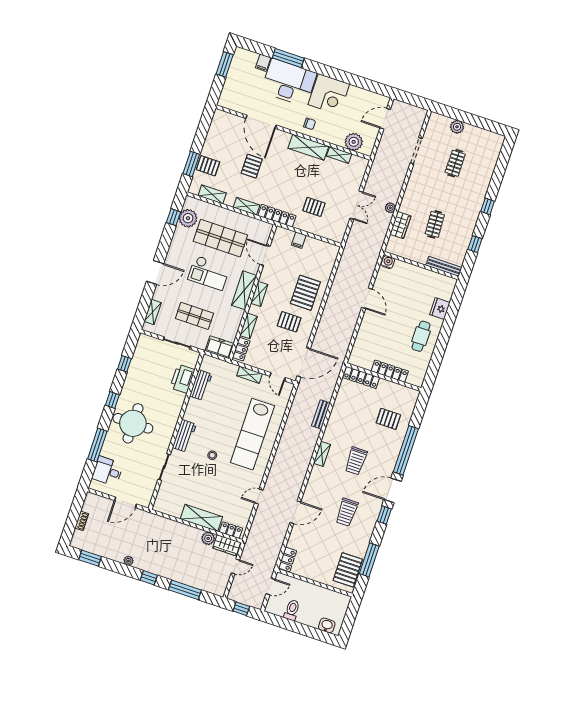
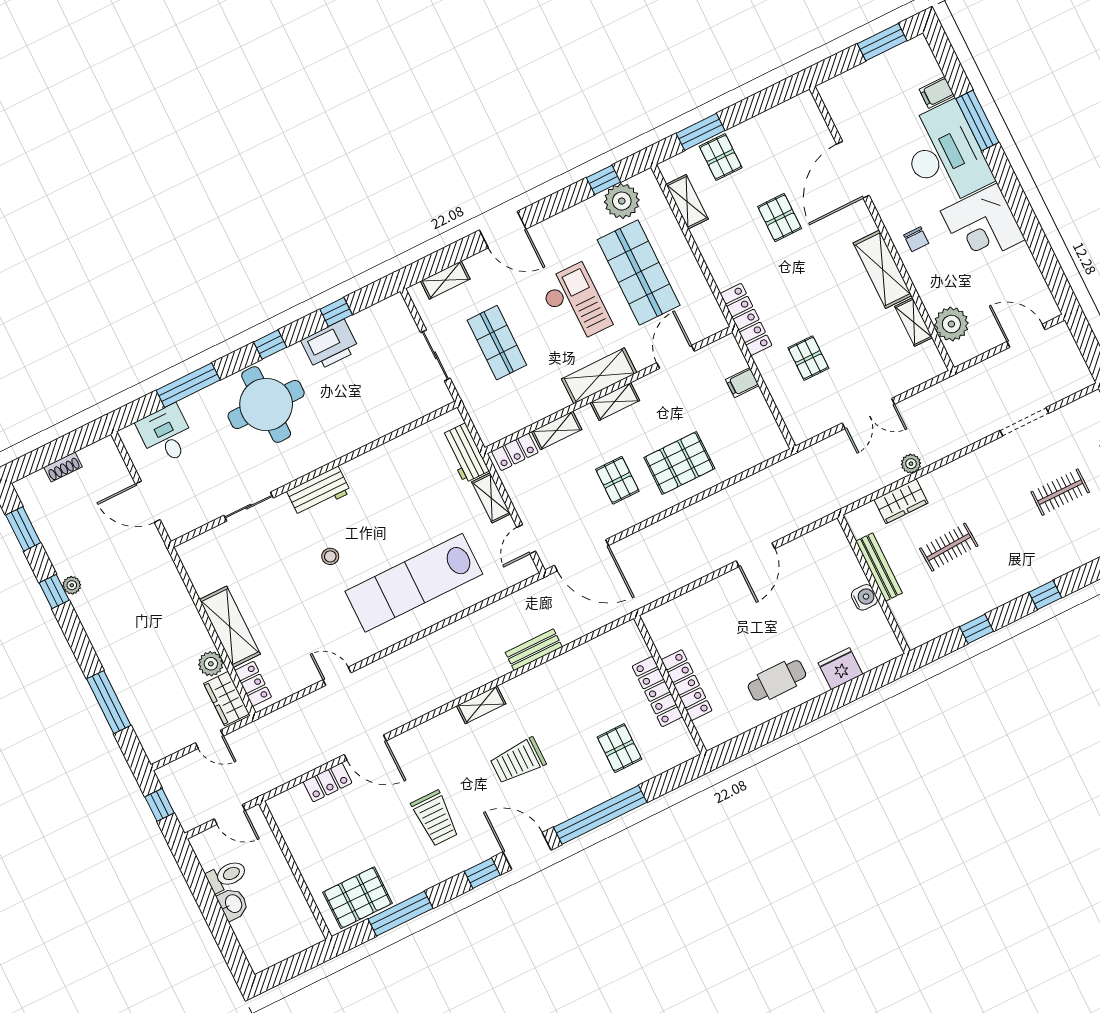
pallet: (252, 166) -> (780, 218), turned 90
shelving: (246, 206) -> (718, 265), removed
water cooler: (388, 262) -> (864, 597), moved
bench: (444, 266) -> (879, 567), moved
checkout: (209, 273) -> (575, 304), turned 180
freezer: (219, 347) -> (488, 419), removed
locker: (361, 377) -> (657, 692), moved
printer: (183, 379) -> (330, 345), moved, turned 180
workbench: (201, 385) -> (465, 453), moved, turned 90
trolley: (347, 512) -> (435, 818), turned -90
locker: (287, 559) -> (328, 782), moved
window: (149, 578) -> (54, 591), moved
washbasin: (327, 625) -> (233, 904), moved

